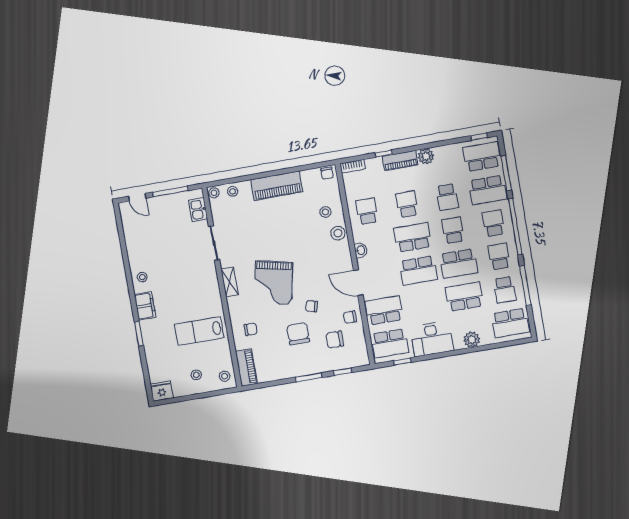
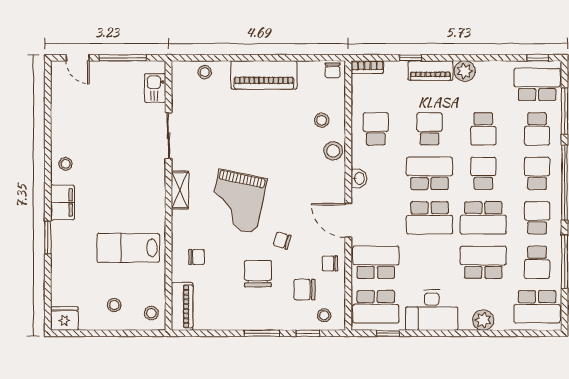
school desk: (488, 190) -> (537, 129), width x0.54
stool: (214, 193) -> (324, 315), moved

